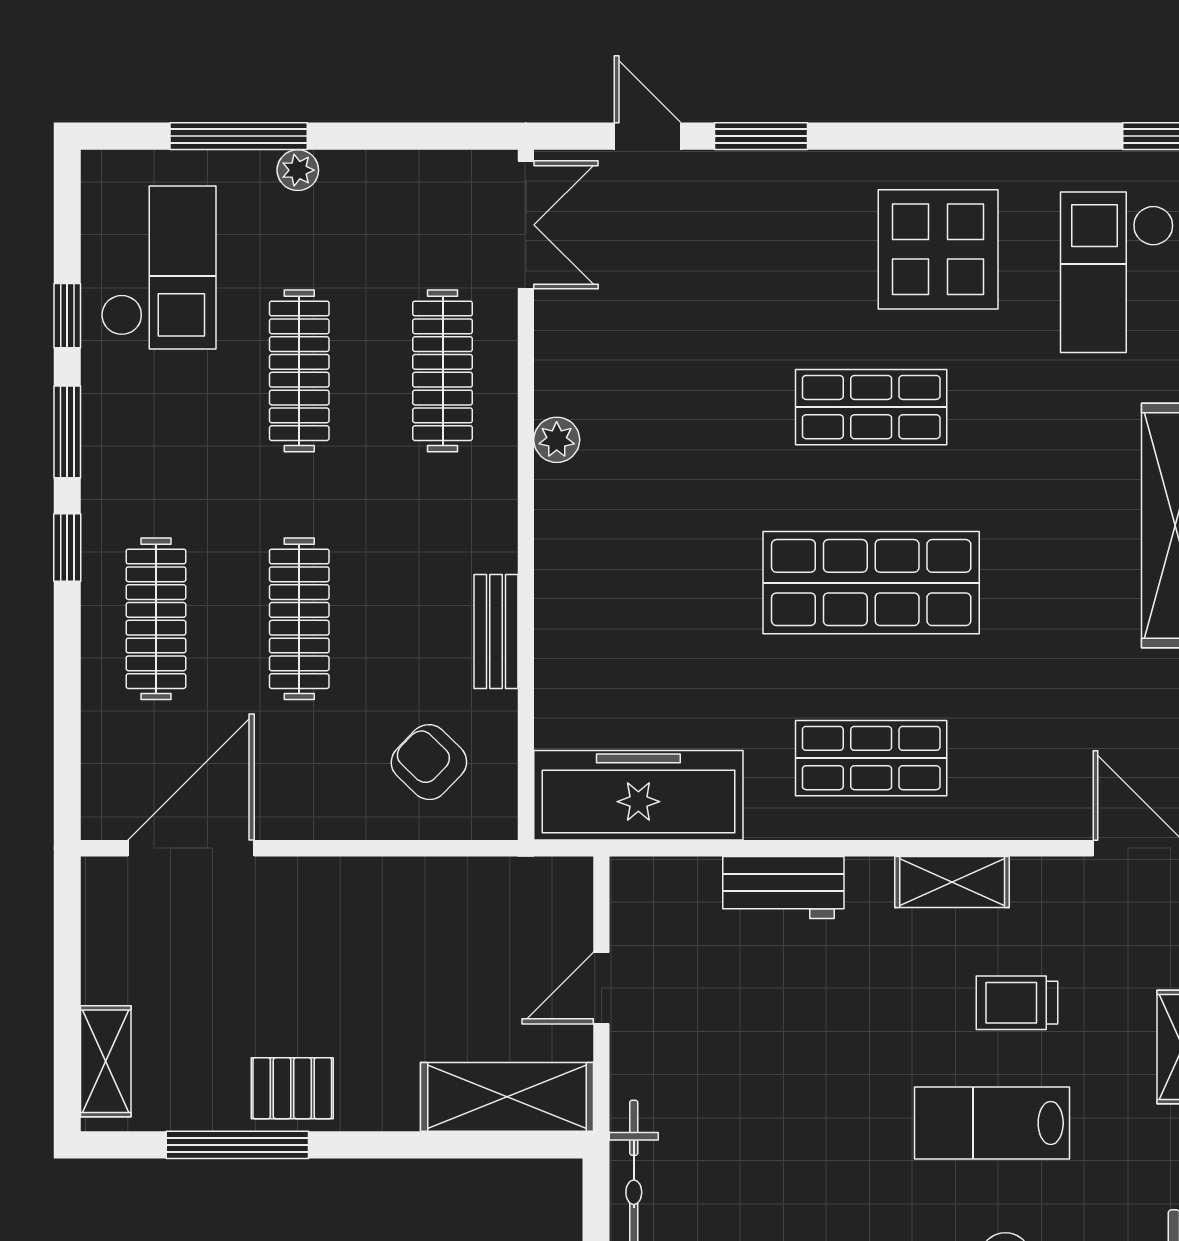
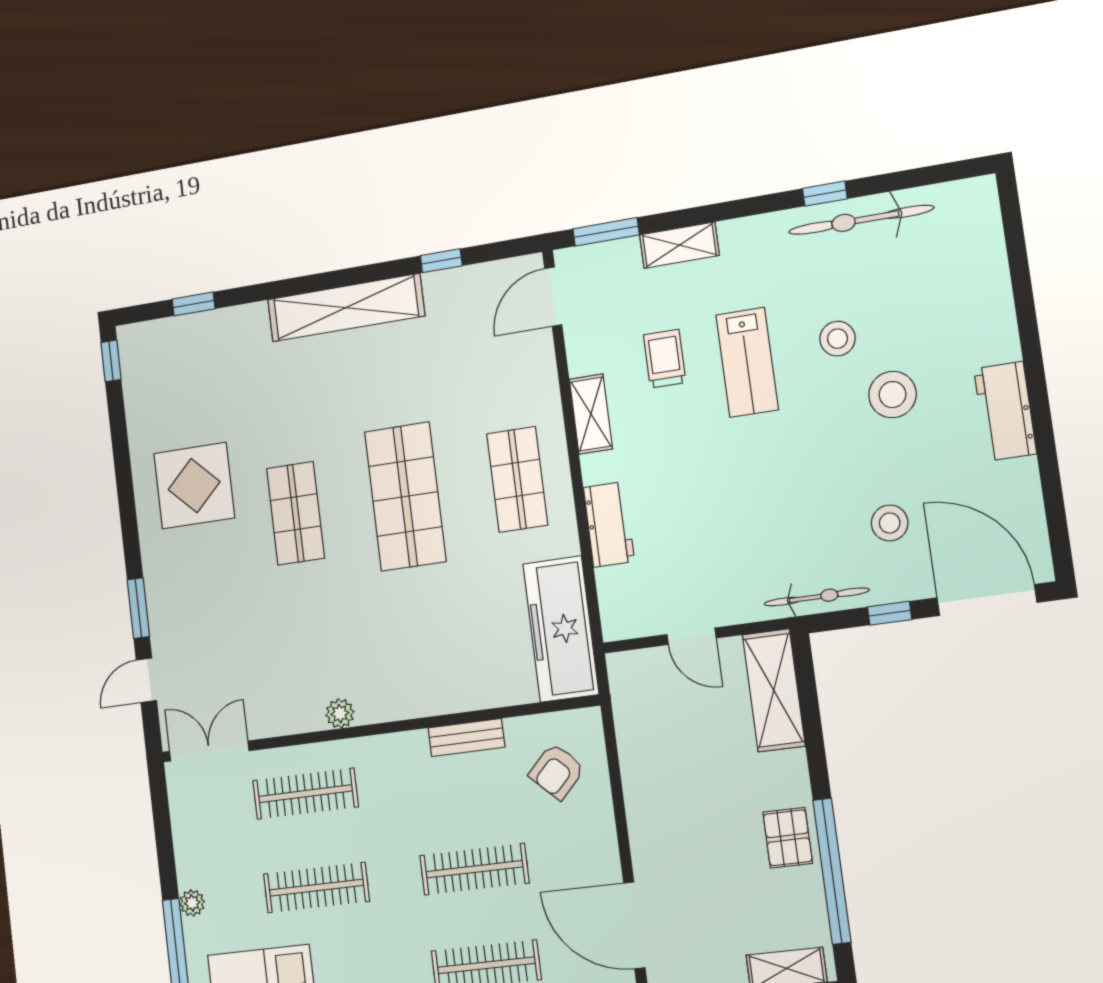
checkout: (1117, 272) -> (195, 371), removed
trolley: (1017, 1003) -> (665, 359), turned 180
window: (237, 1145) -> (832, 871), width x1.46

